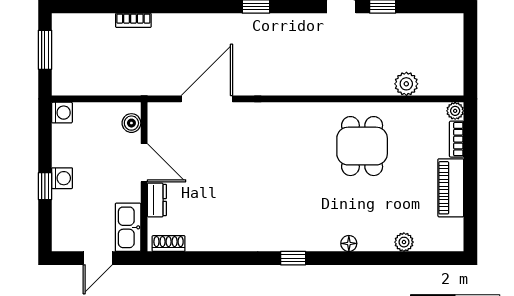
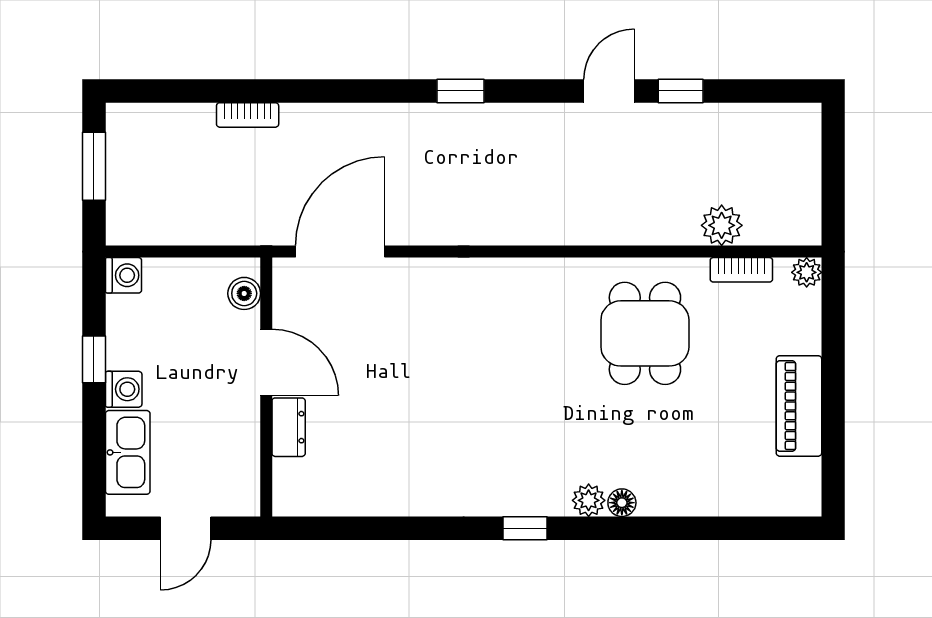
door: (207, 99) -> (340, 252), moved
bookcase: (457, 139) -> (741, 270), moved, turned -90
window: (45, 186) -> (94, 359), moved
kitchen sink: (128, 227) -> (128, 452), moved, turned 180
plant: (404, 242) -> (589, 500), moved
shoe rack: (169, 244) -> (309, 503), removed

